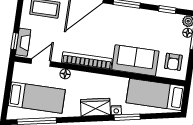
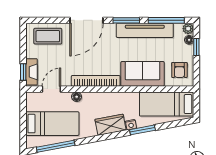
window: (167, 10) -> (166, 20), width x2.17
tv unit: (144, 17) -> (145, 30), added

